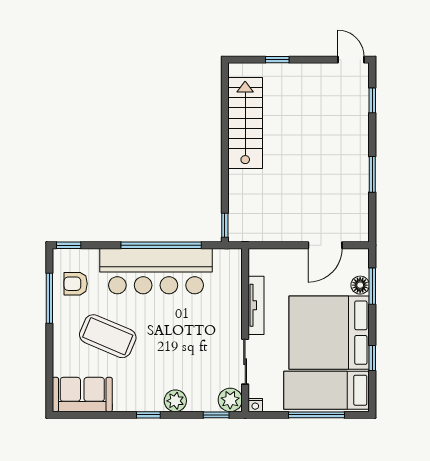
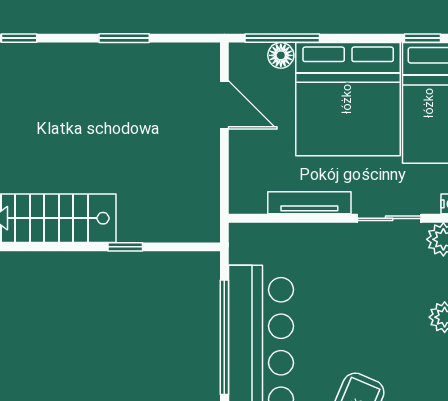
window: (225, 225) -> (125, 247), moved
window: (372, 286) -> (282, 38), width x1.44
window: (372, 358) -> (423, 38), moved

